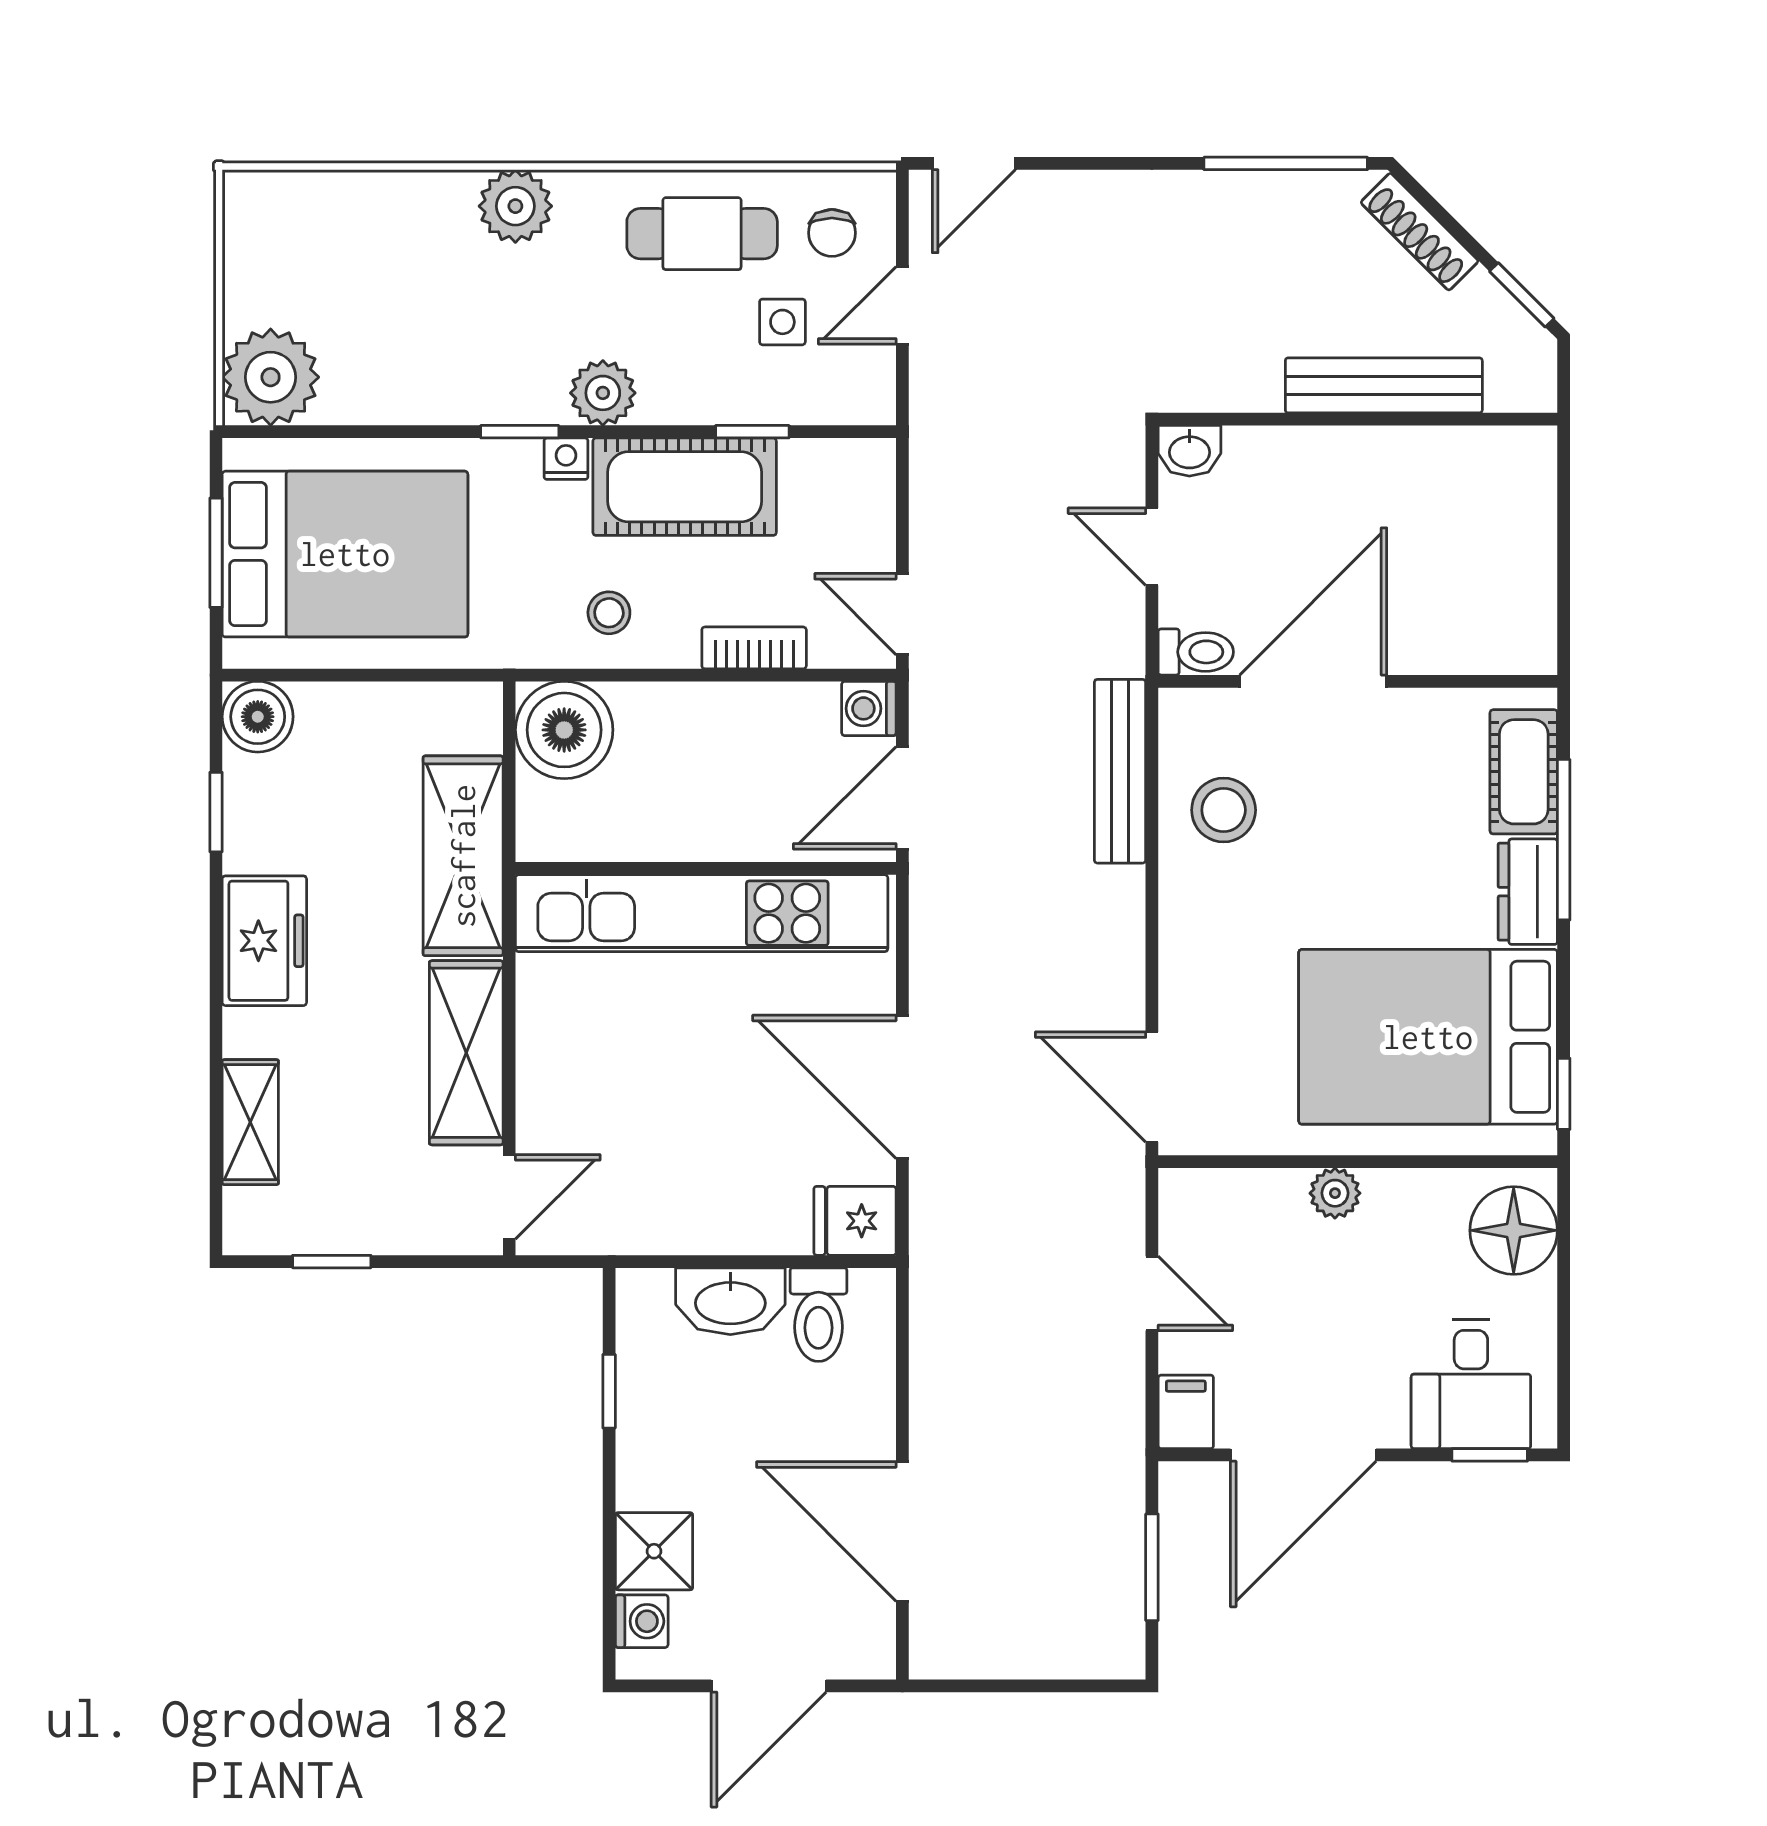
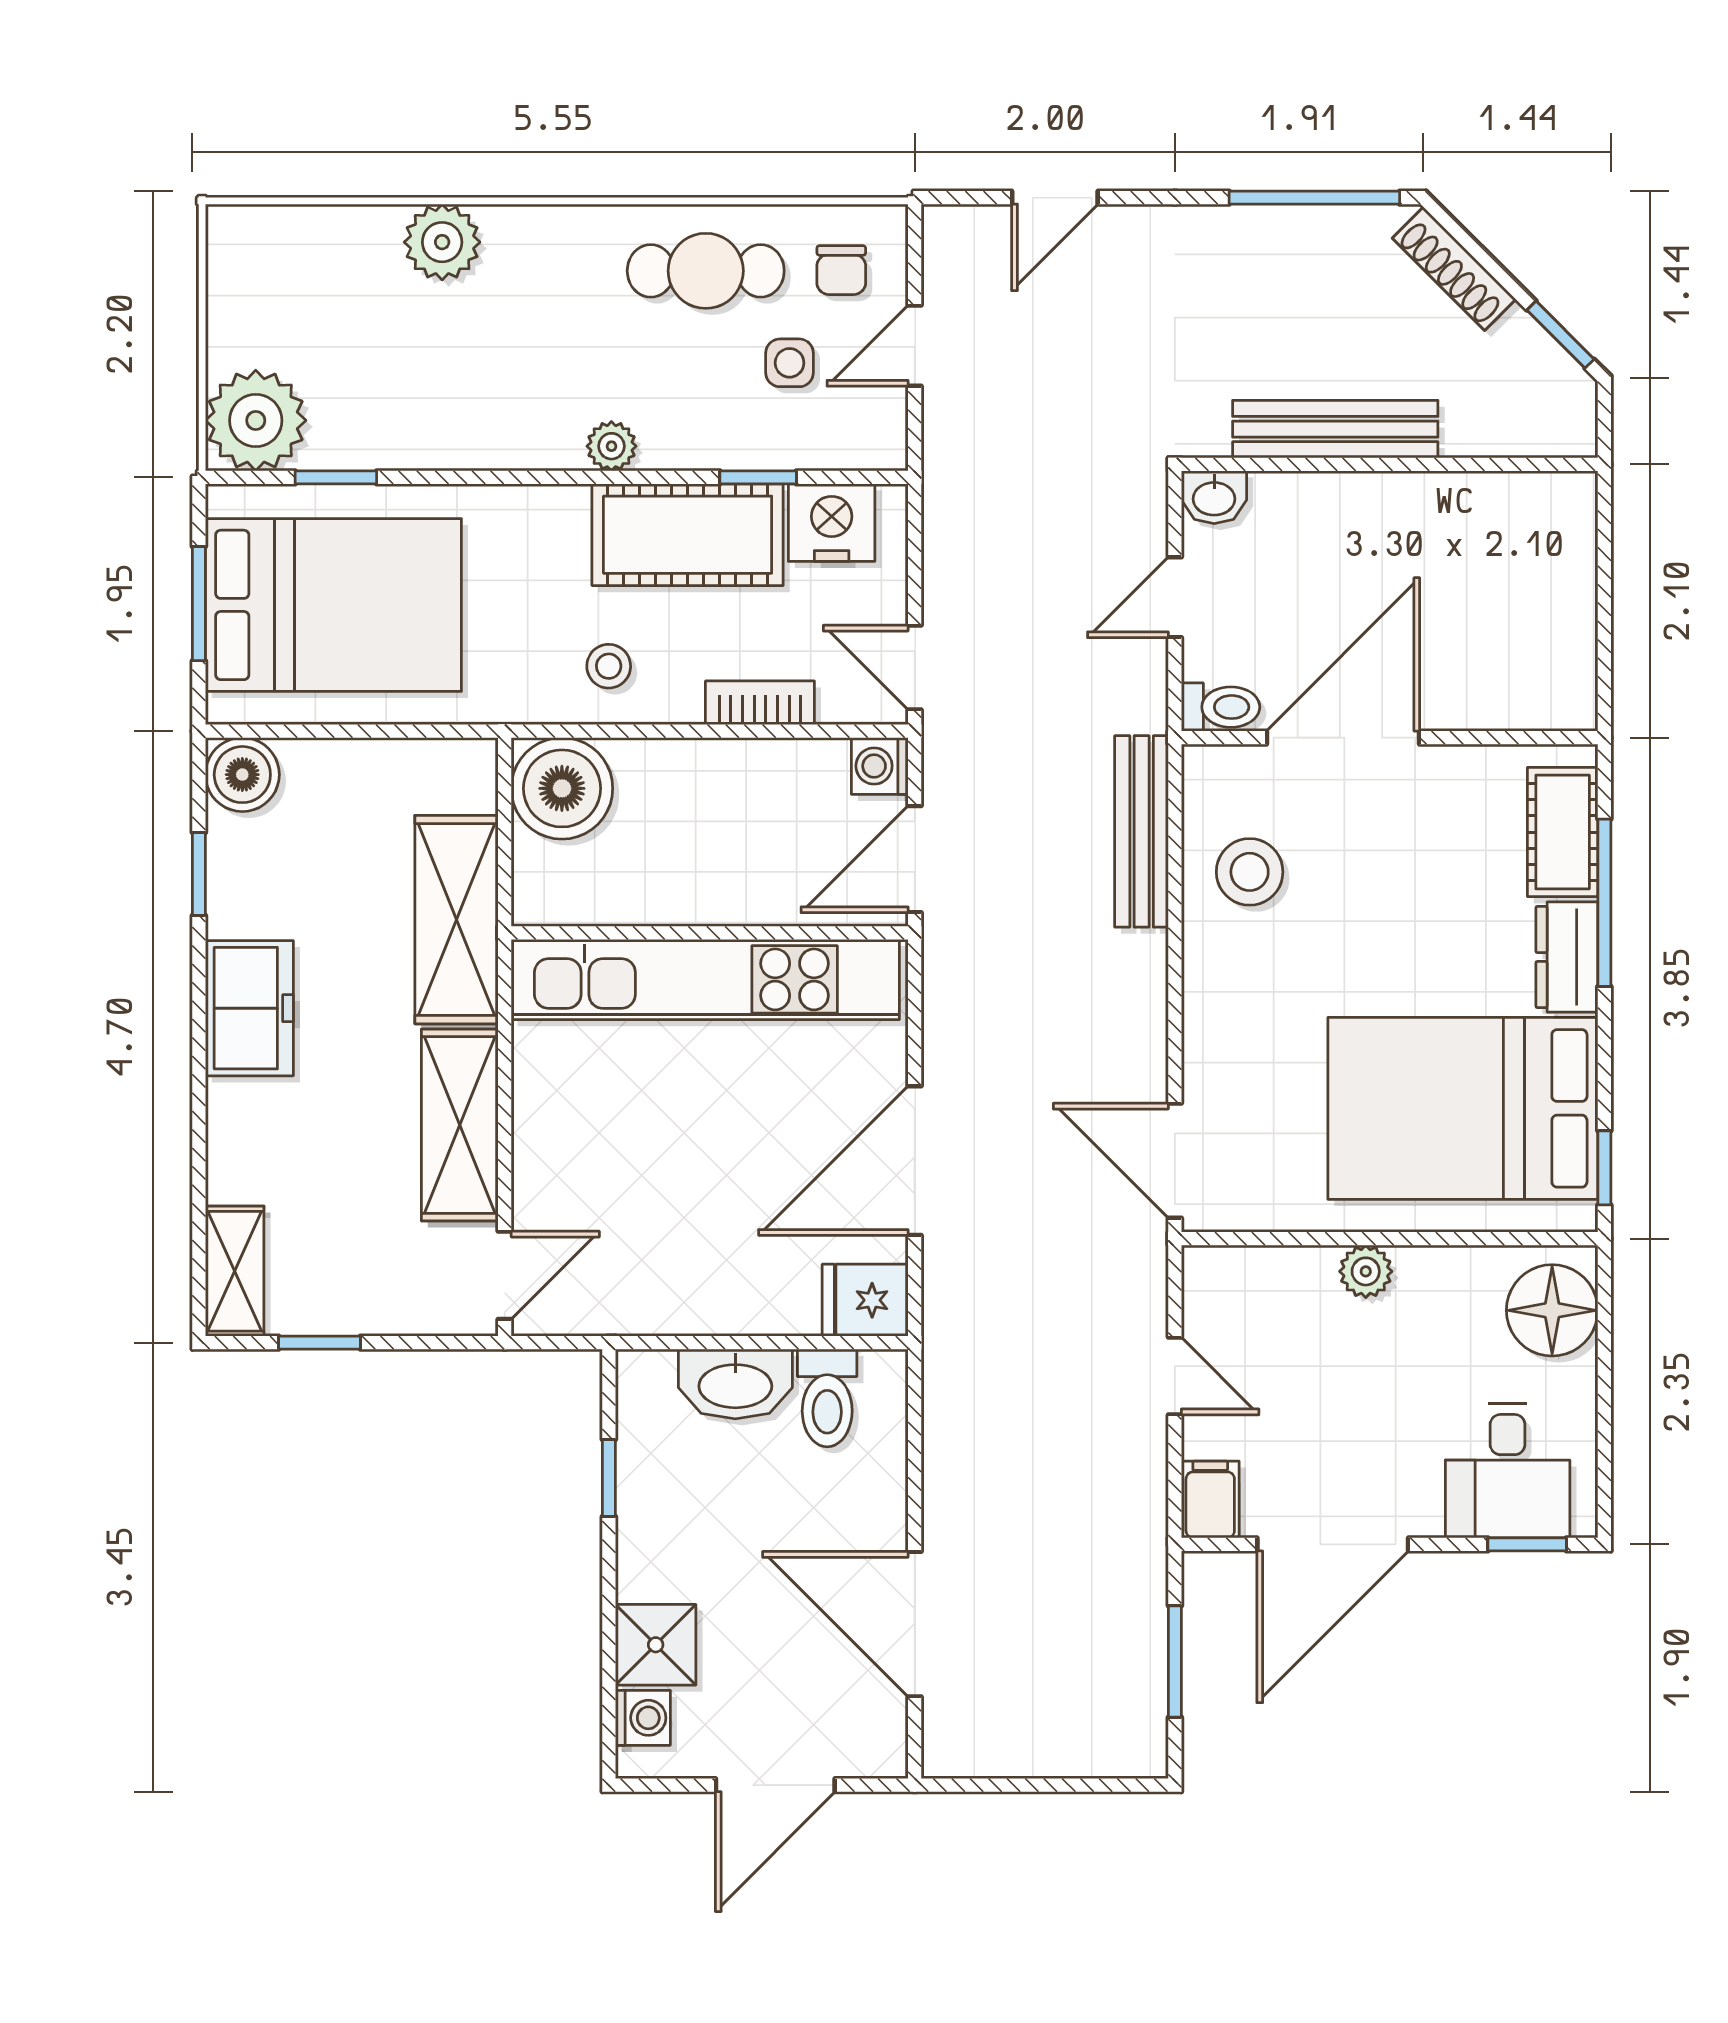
door: (974, 163) -> (1055, 198), moved
plant: (515, 206) -> (442, 242), moved
bench: (1384, 385) -> (1335, 429), moved
plant: (603, 393) -> (611, 446), width x0.73, depth x0.73
window: (520, 432) -> (336, 477), moved
nightstand: (566, 459) -> (832, 523), moved, width x1.89, depth x1.79
door: (1152, 547) -> (1175, 597), hinge flipped
door: (902, 1087) -> (915, 1161), hinge flipped
shelving: (250, 1122) -> (235, 1271), moved

